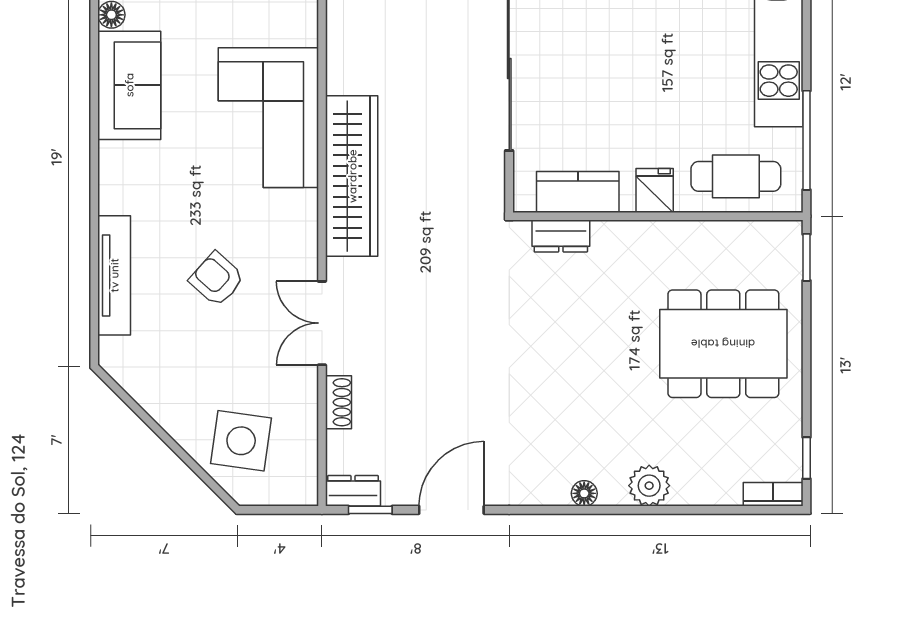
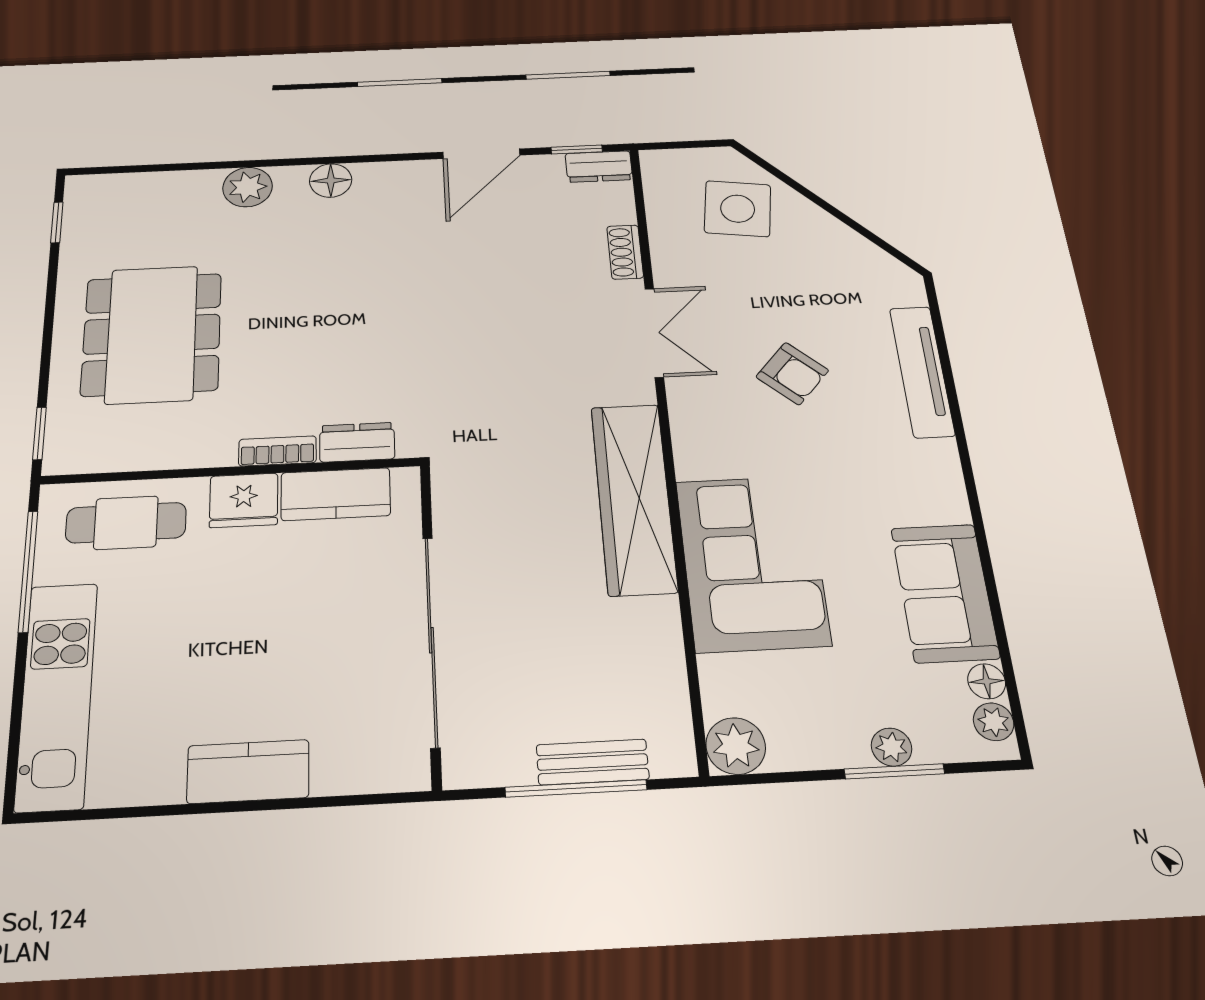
fridge: (655, 190) -> (244, 500), width x1.38
dining table: (723, 344) -> (152, 334), turned 90
floor lamp: (584, 493) -> (331, 180), width x1.37, depth x1.37
bookcase: (773, 494) -> (277, 451), moved, turned 180

